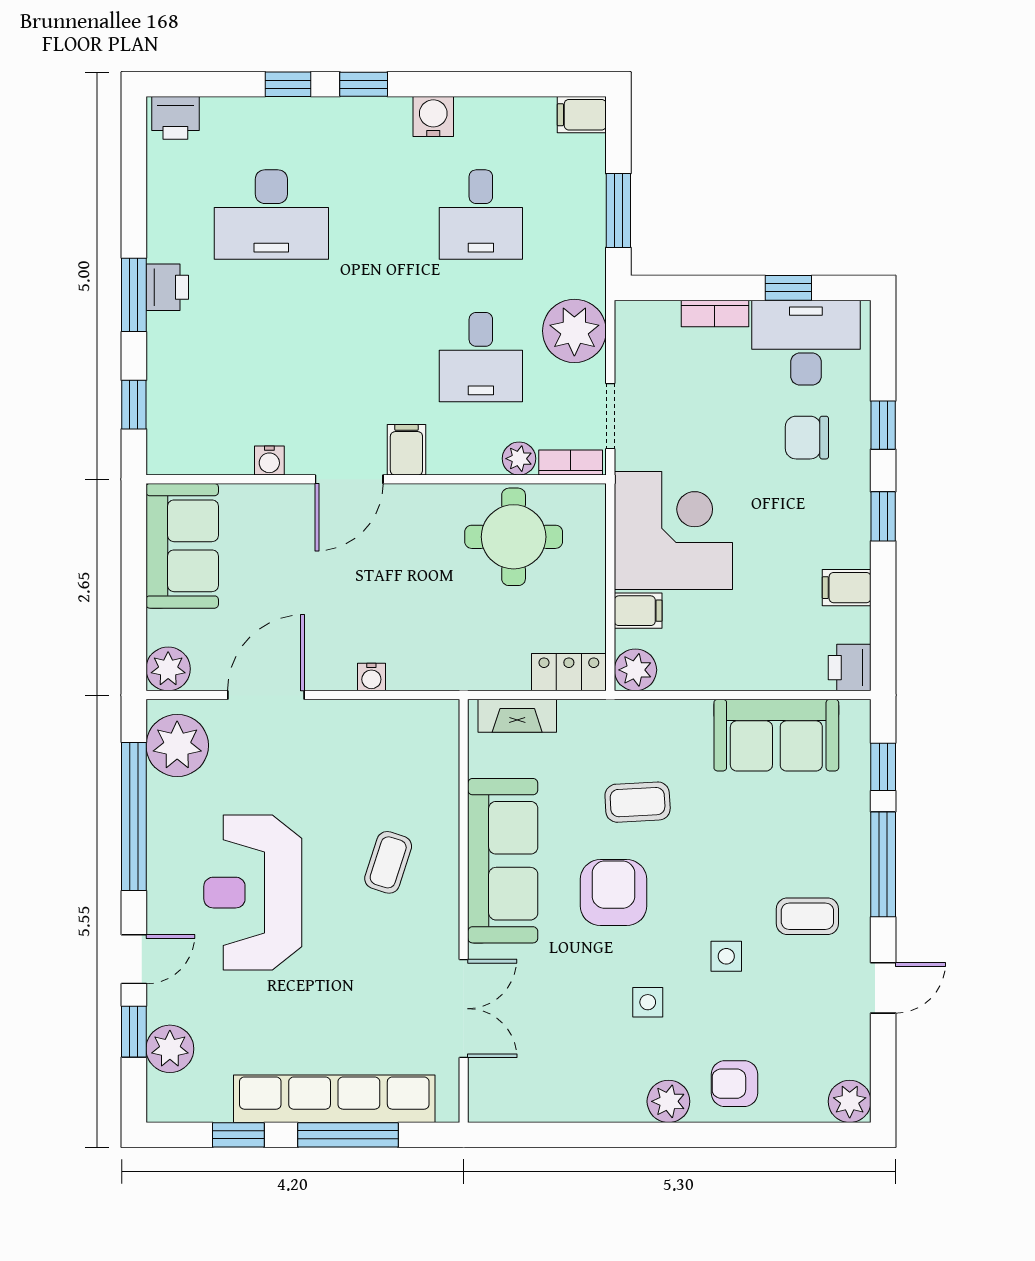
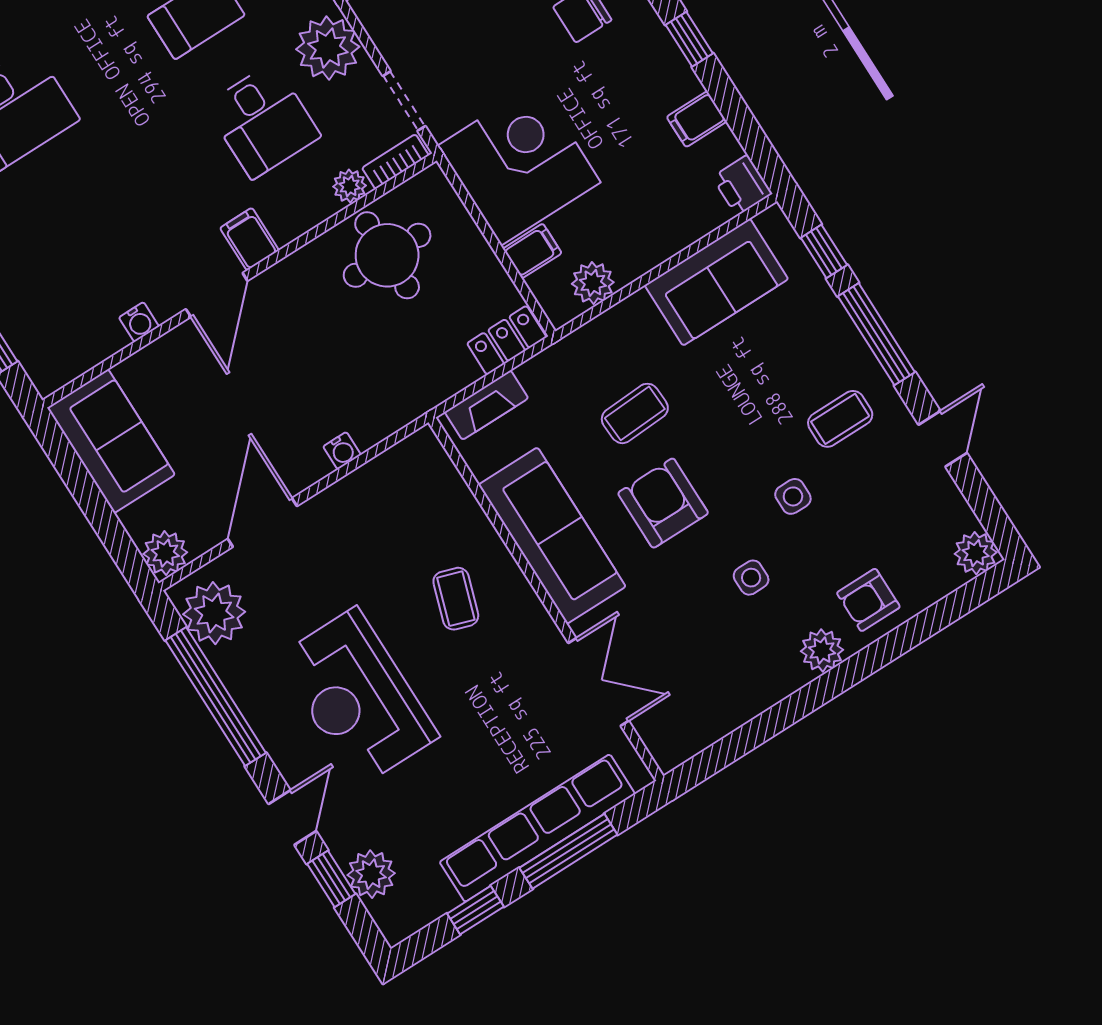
plant: (635, 670) -> (593, 283), moved

